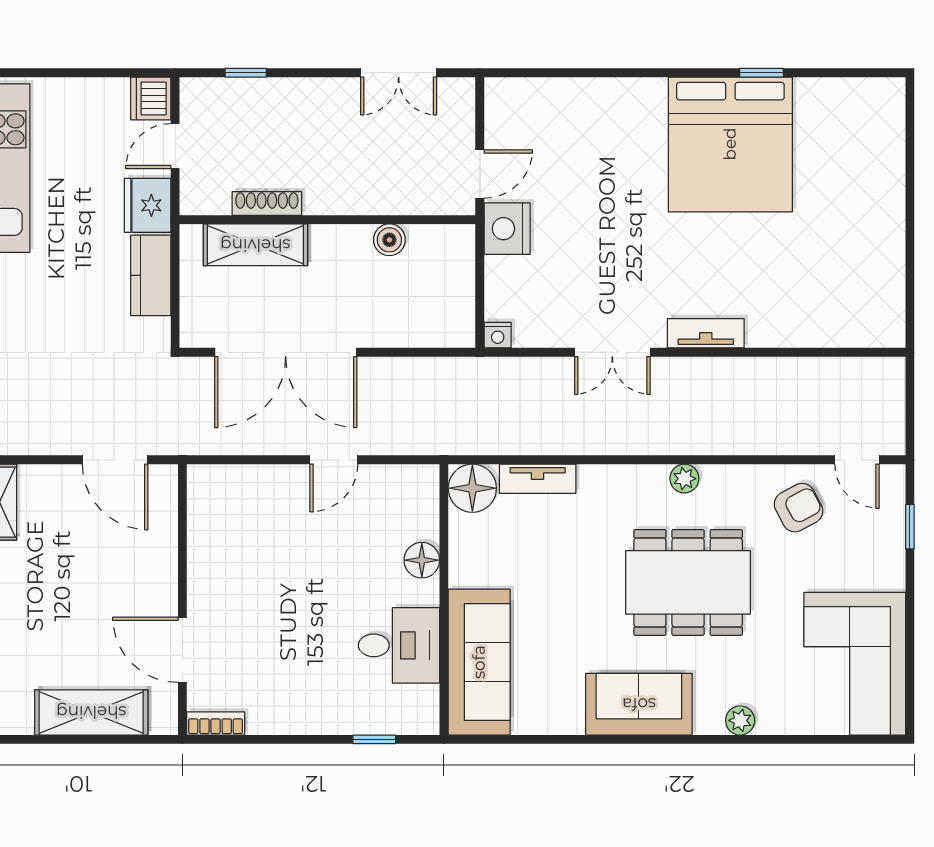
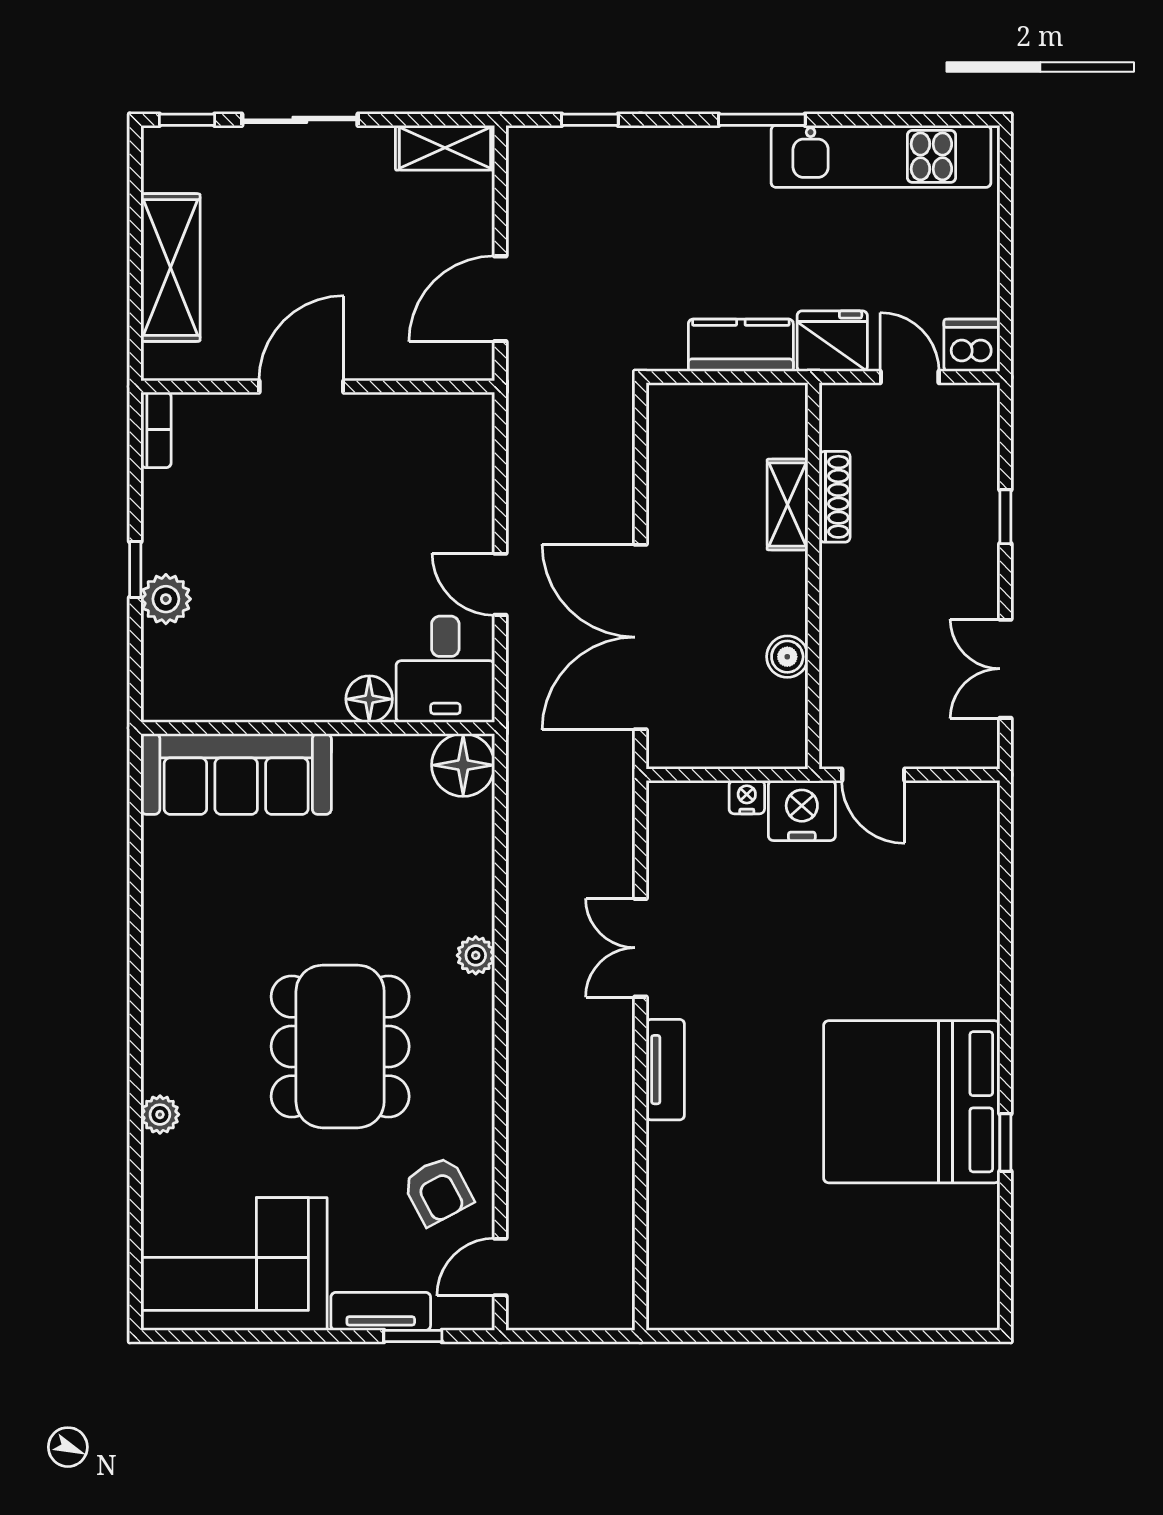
window: (246, 73) -> (1005, 517), moved
shelving: (255, 245) -> (788, 505), width x0.67, depth x0.75
nightstand: (498, 335) -> (747, 797), moved, turned 90
double door: (286, 352) -> (641, 637), moved
tv unit: (538, 479) -> (381, 1311), moved, turned 90
plant: (684, 479) -> (476, 955), moved
desk: (399, 645) -> (445, 669), moved
door: (182, 650) -> (301, 386), moved
sofa: (639, 704) -> (181, 982), removed
plant: (345, 716) -> (166, 599), added
window: (374, 739) -> (135, 569), moved

